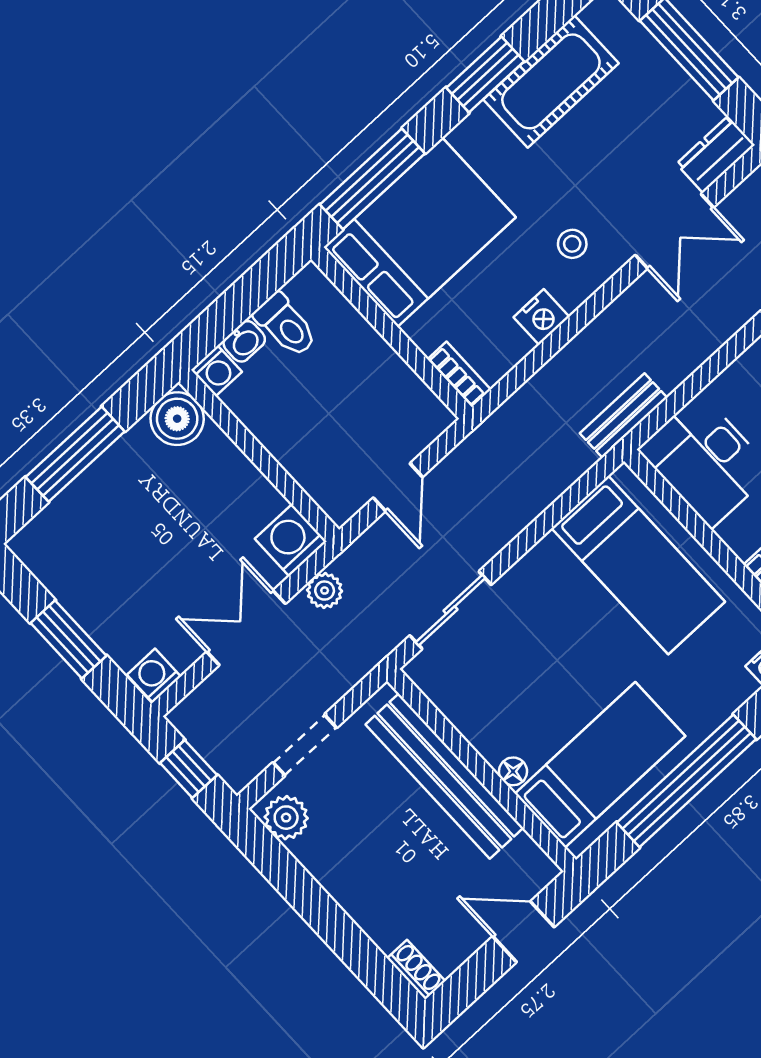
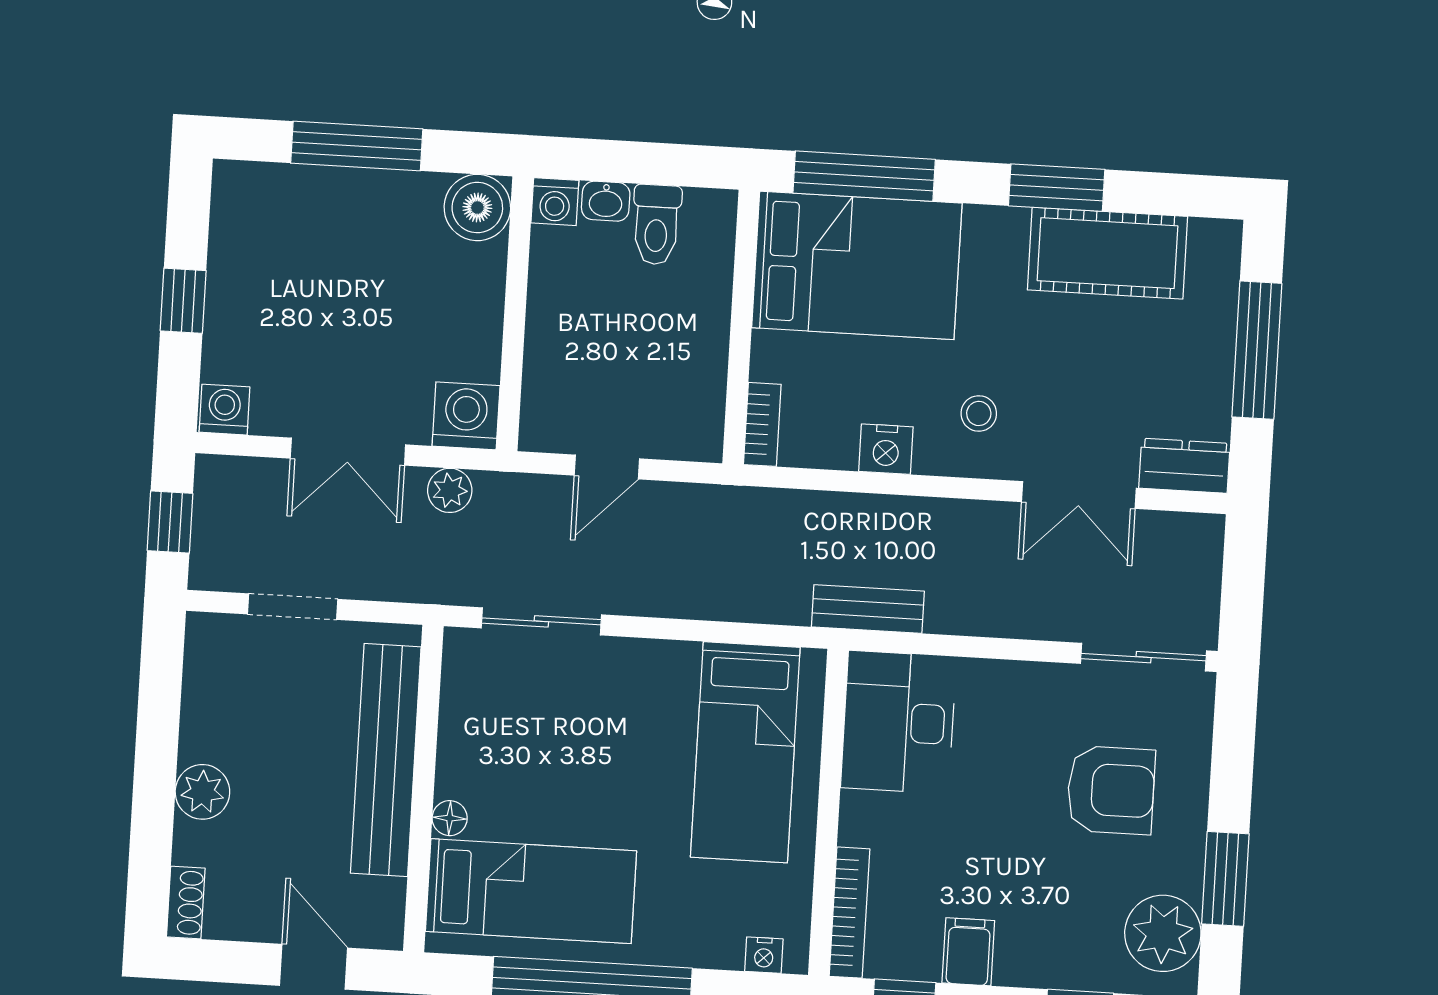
double door: (246, 628) -> (348, 452), swing flipped
window: (68, 639) -> (183, 301), width x0.67
plant: (286, 818) -> (202, 792), moved

